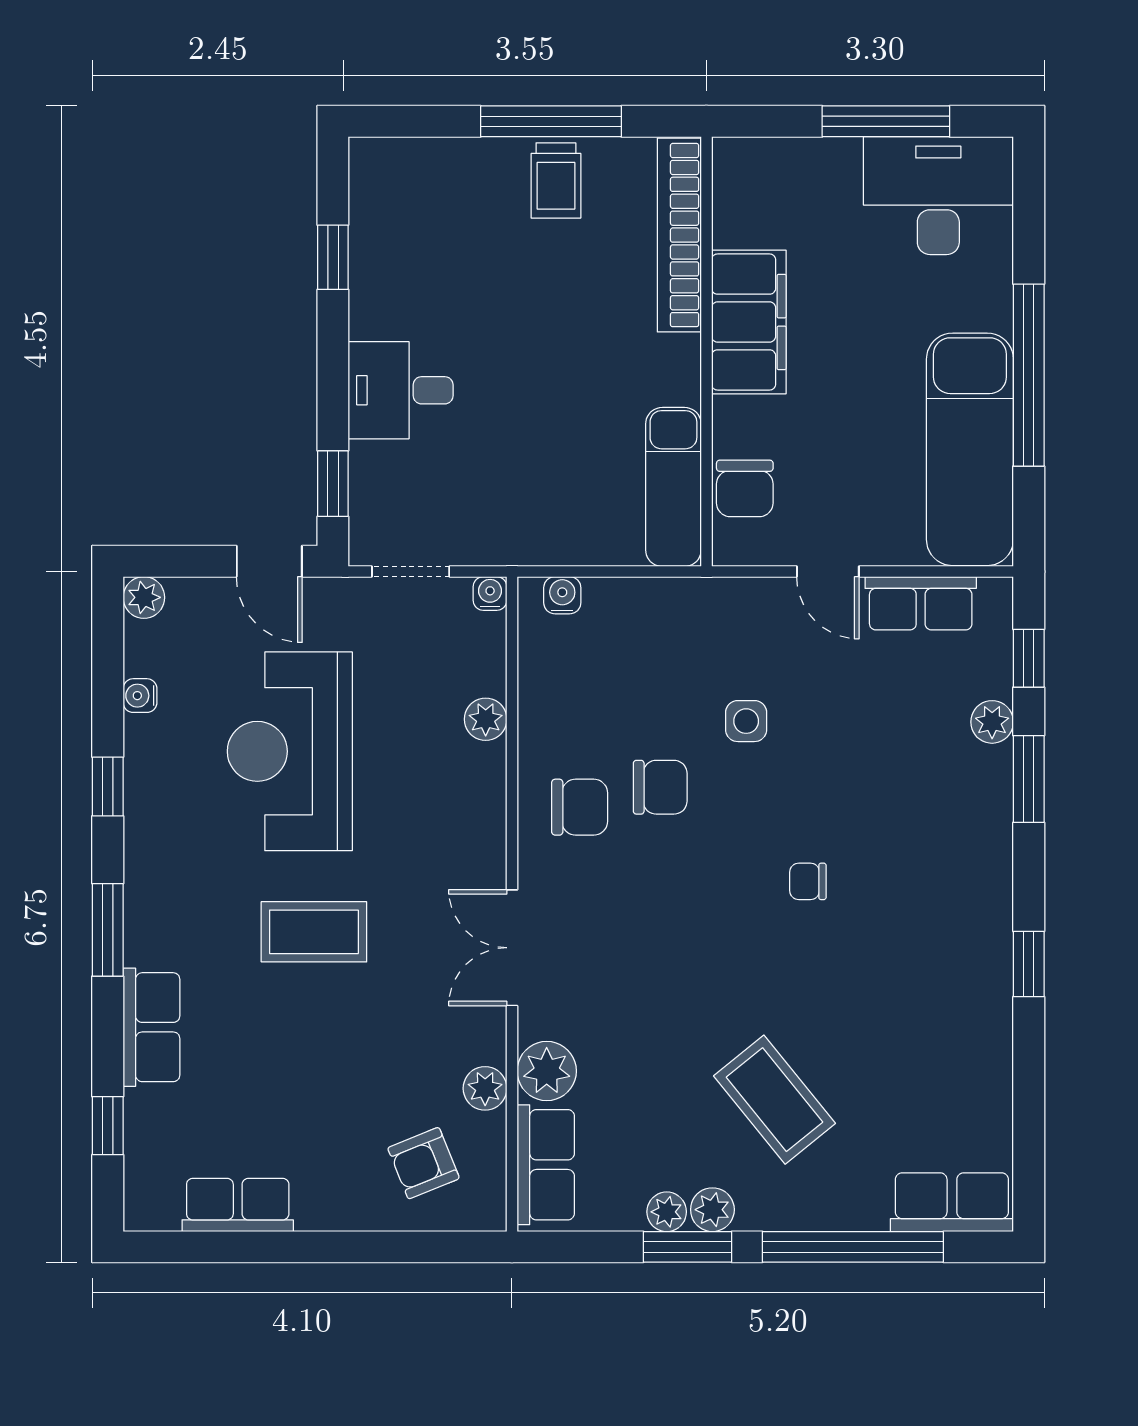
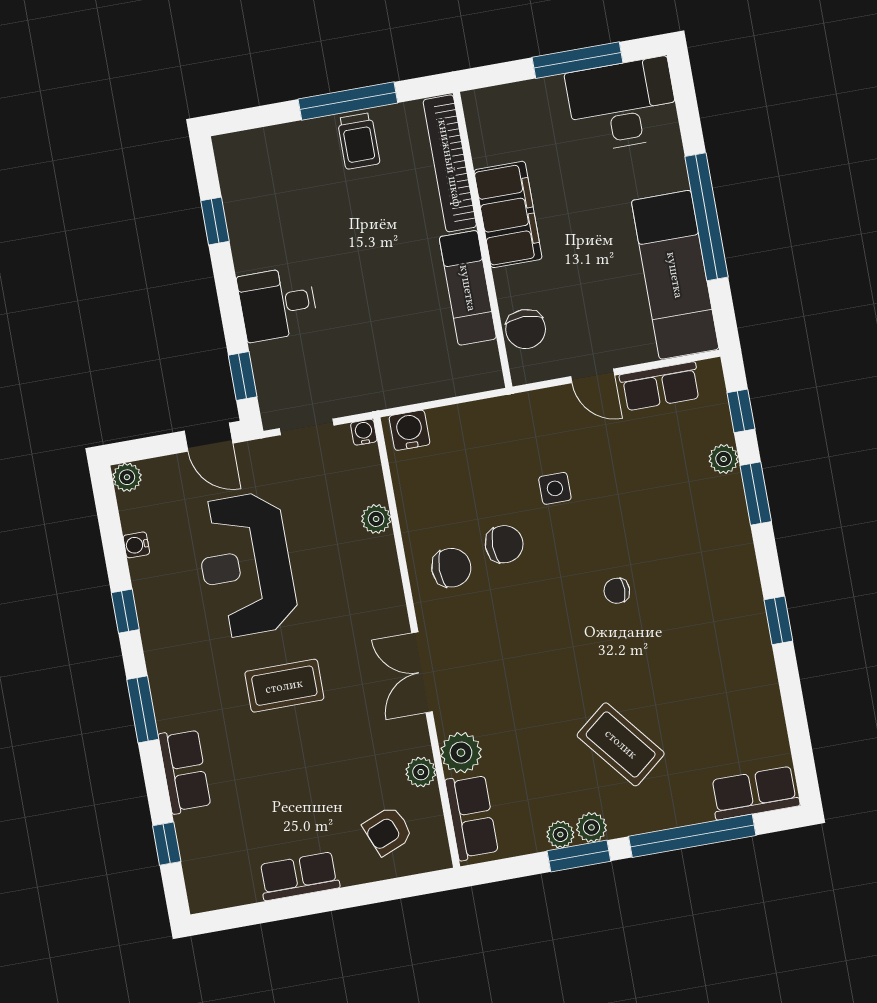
exam couch: (673, 487) -> (468, 288), moved
water cooler: (562, 595) -> (410, 430), width x1.38, depth x1.38
row of seats: (238, 1205) -> (299, 876), moved

